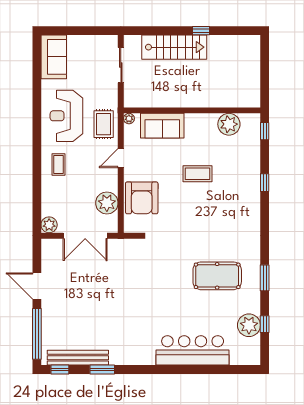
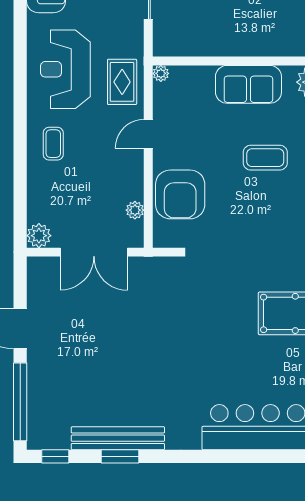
sofa: (162, 126) -> (248, 84), moved
plant: (107, 203) -> (135, 210), width x0.53, depth x0.53
bench: (78, 358) -> (118, 438), moved

